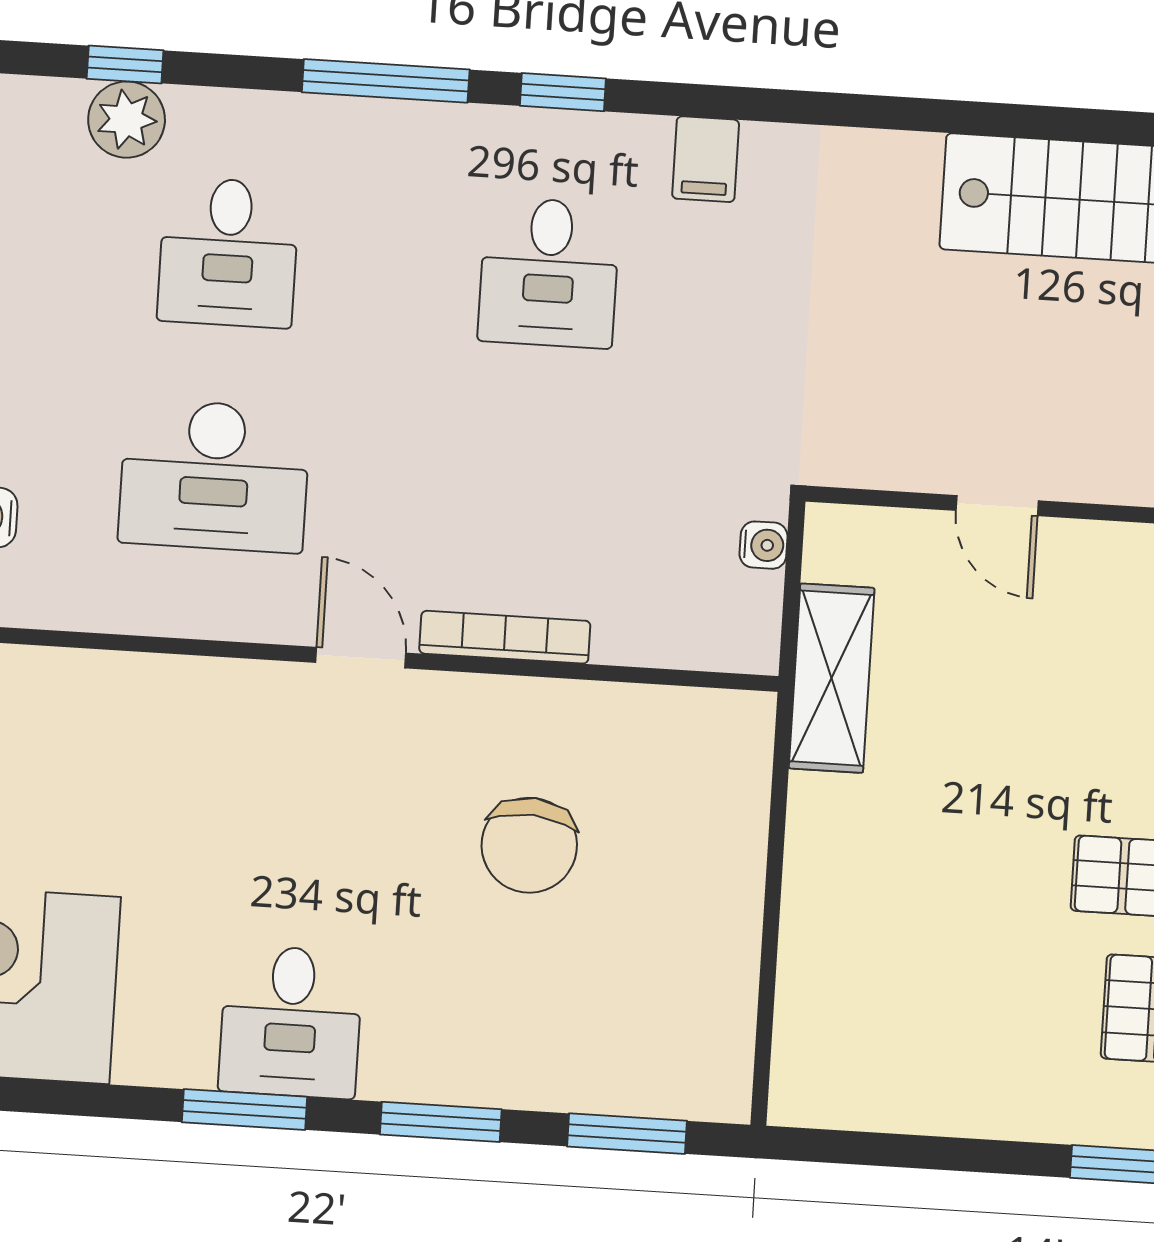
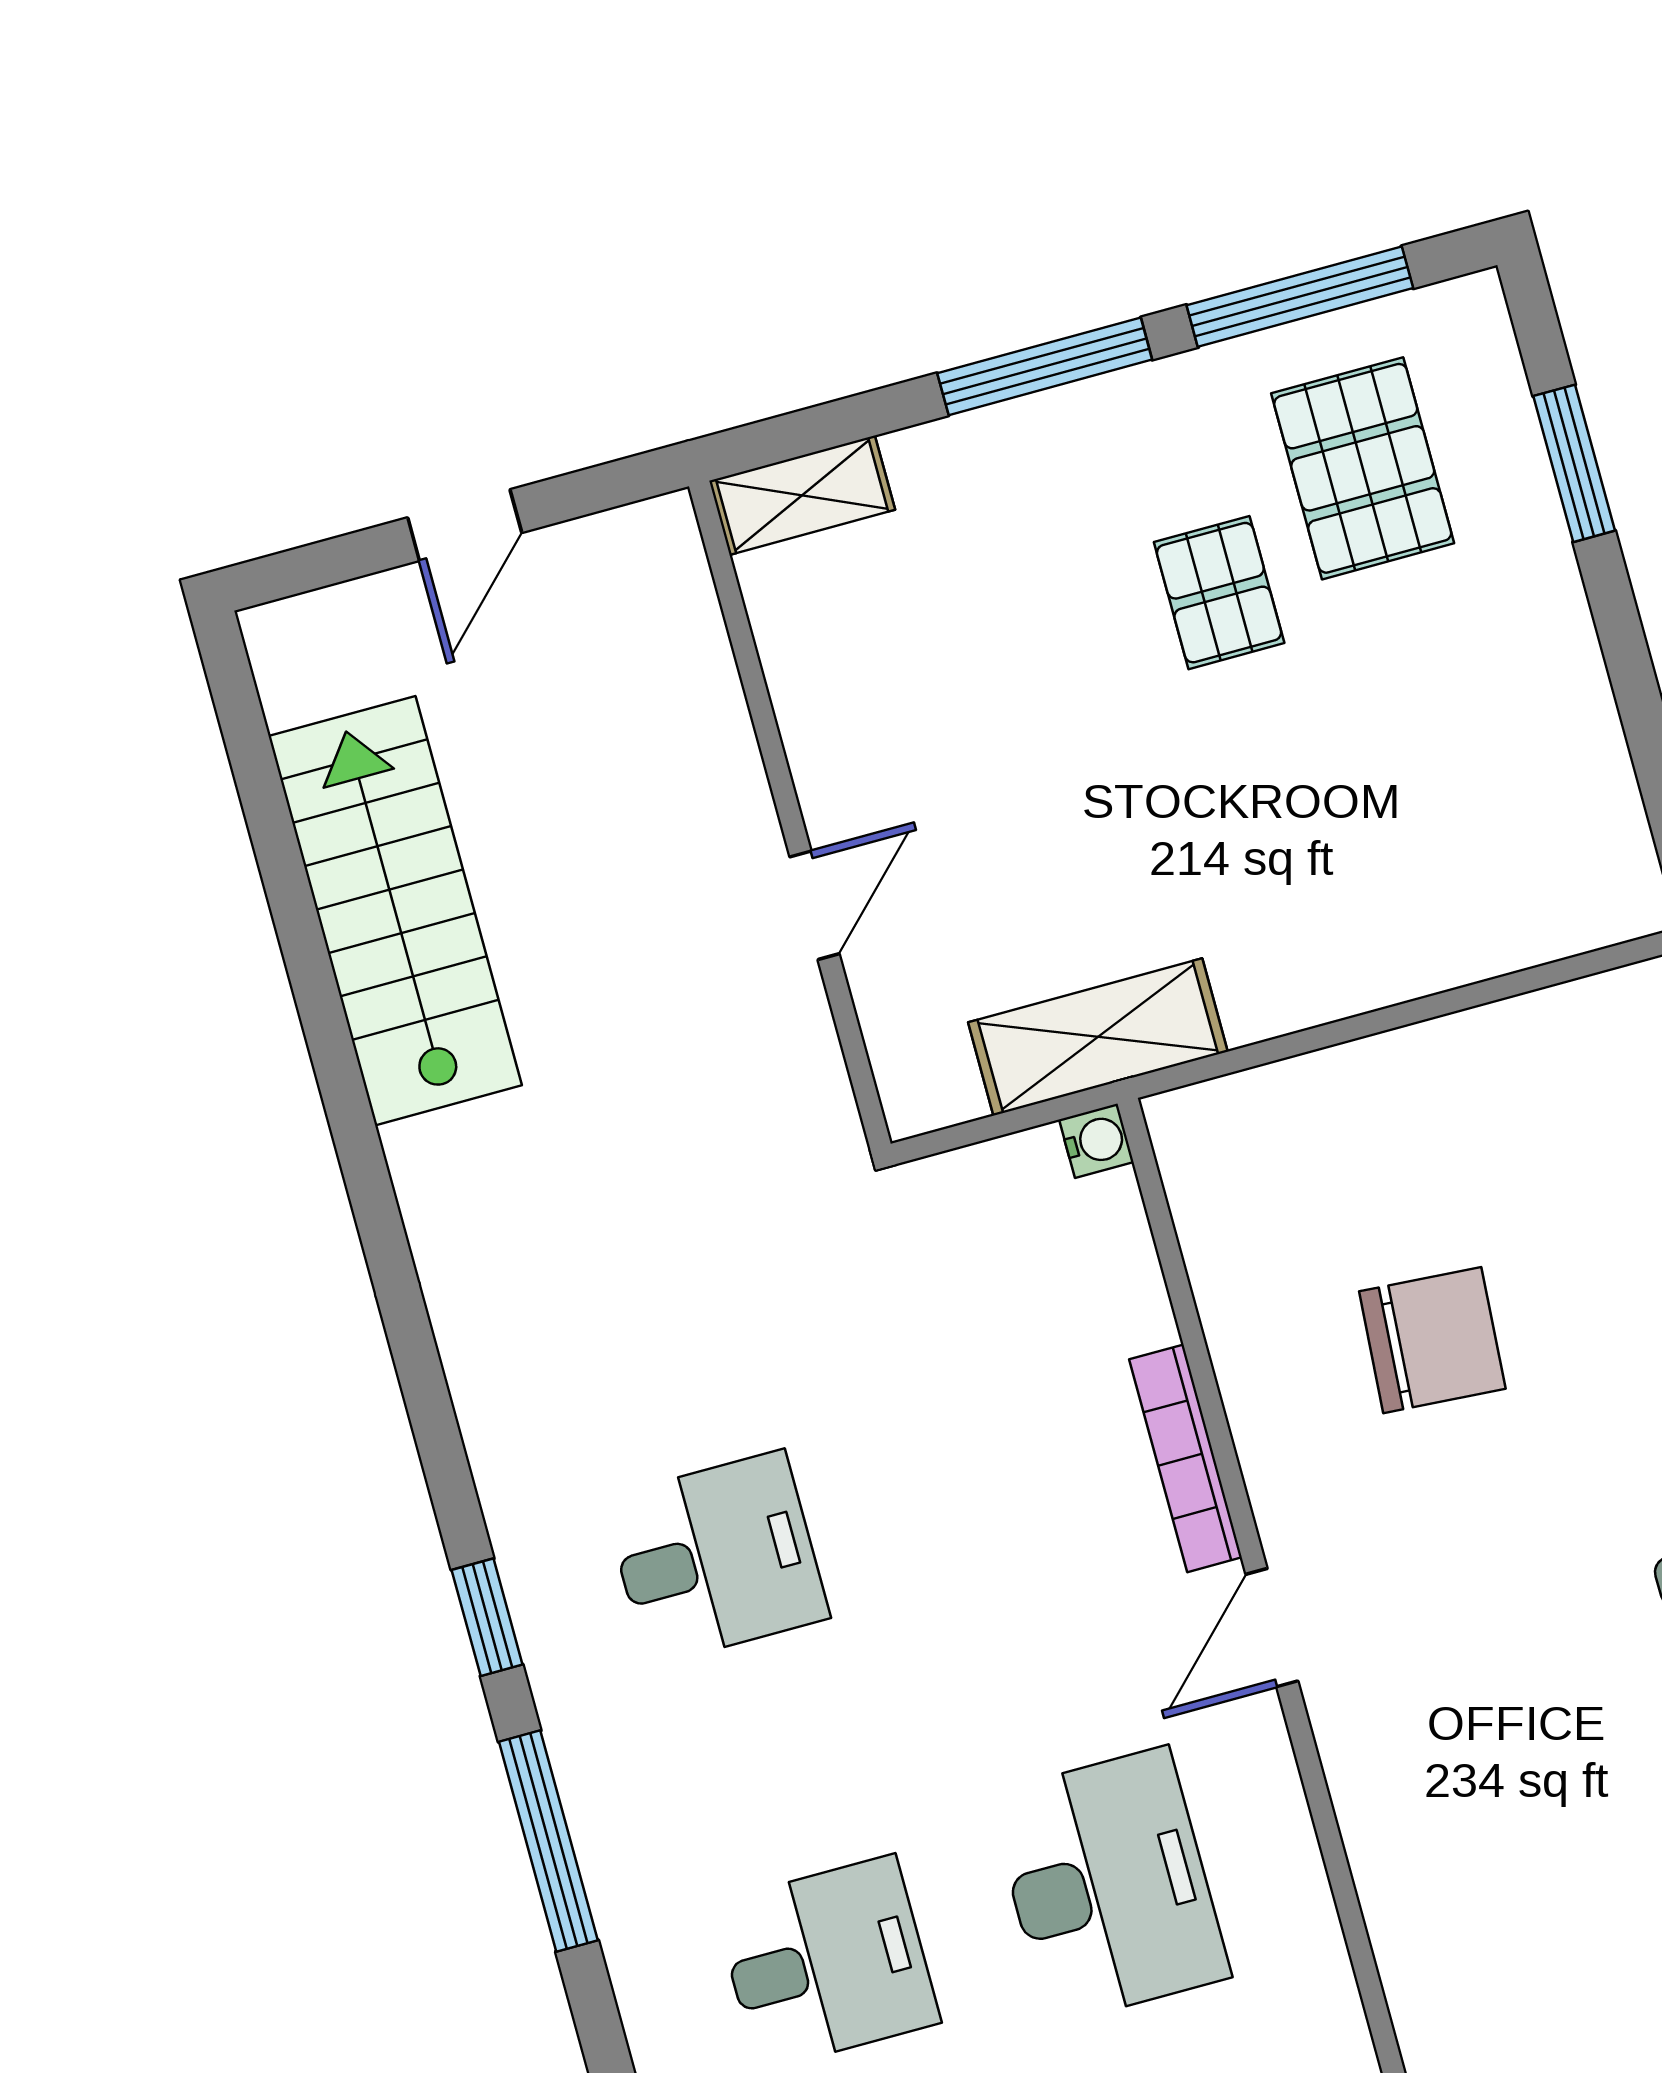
filing cabinet: (706, 159) -> (510, 1412), removed
water cooler: (764, 545) -> (1096, 1141), moved, turned 90

